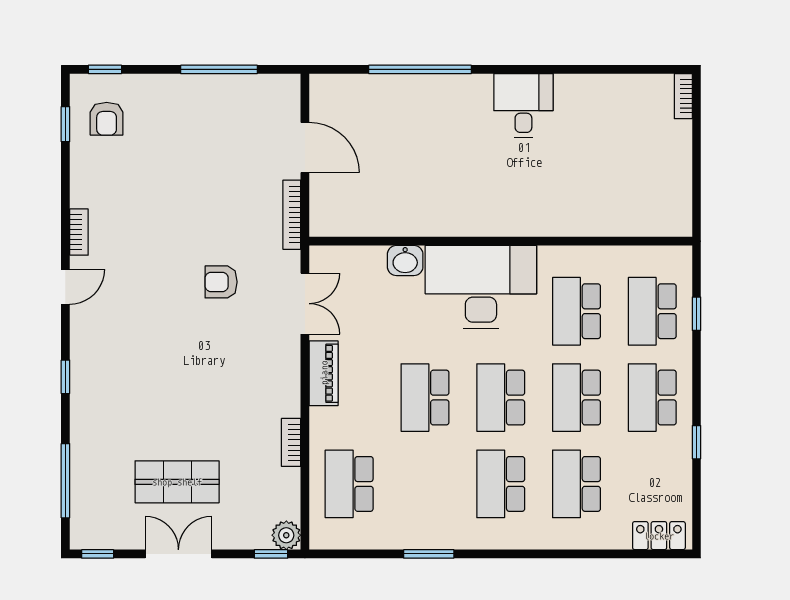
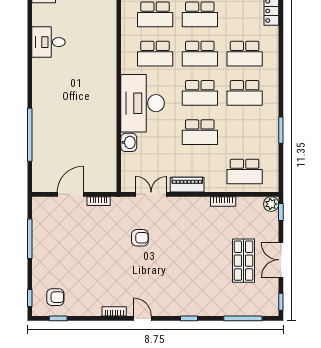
desk: (523, 106) -> (48, 42), moved
bookcase: (292, 215) -> (99, 201), width x0.64
armchair: (221, 282) -> (140, 238), turned -90

